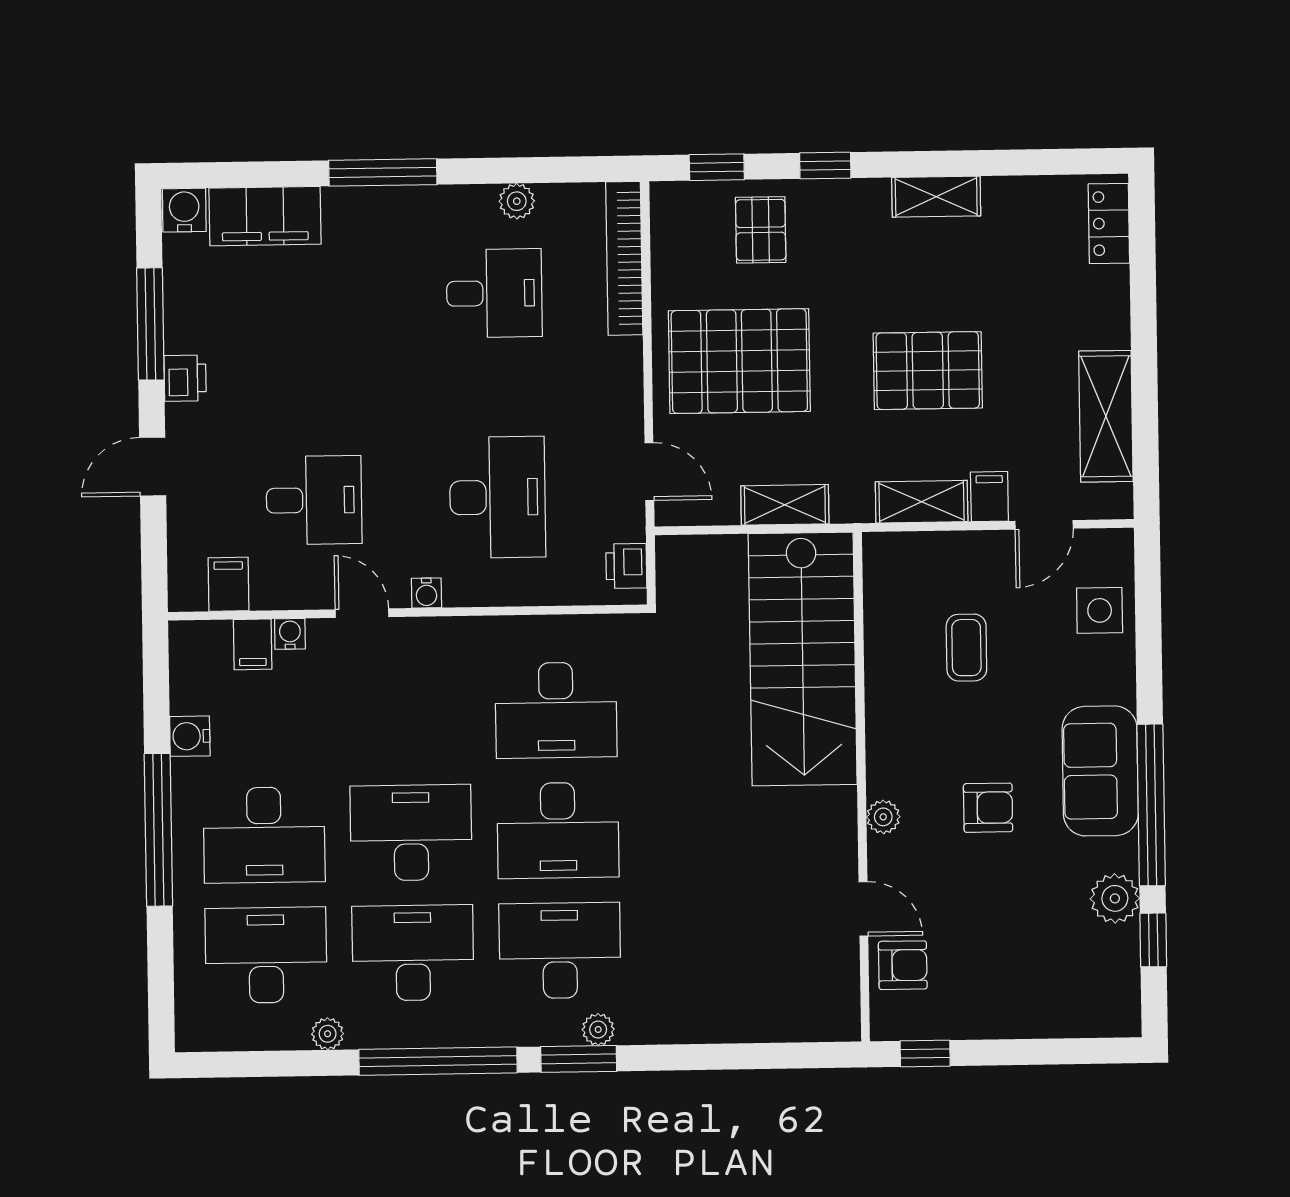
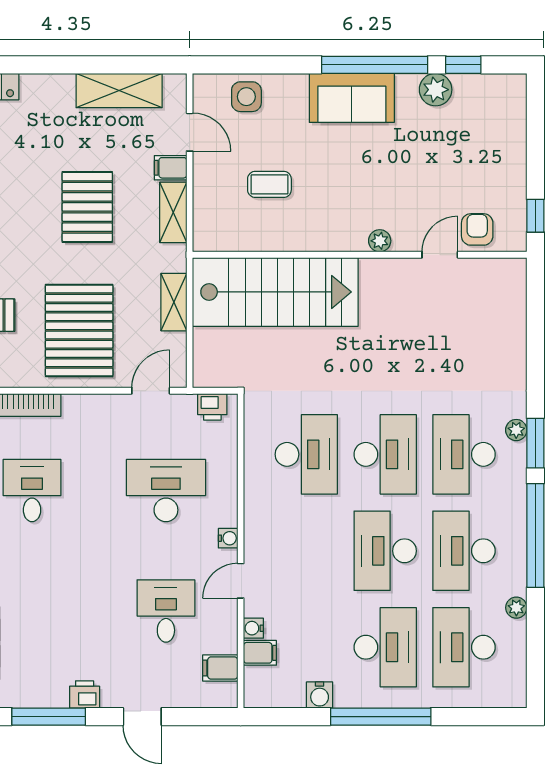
armchair: (988, 808) -> (375, 172), removed

